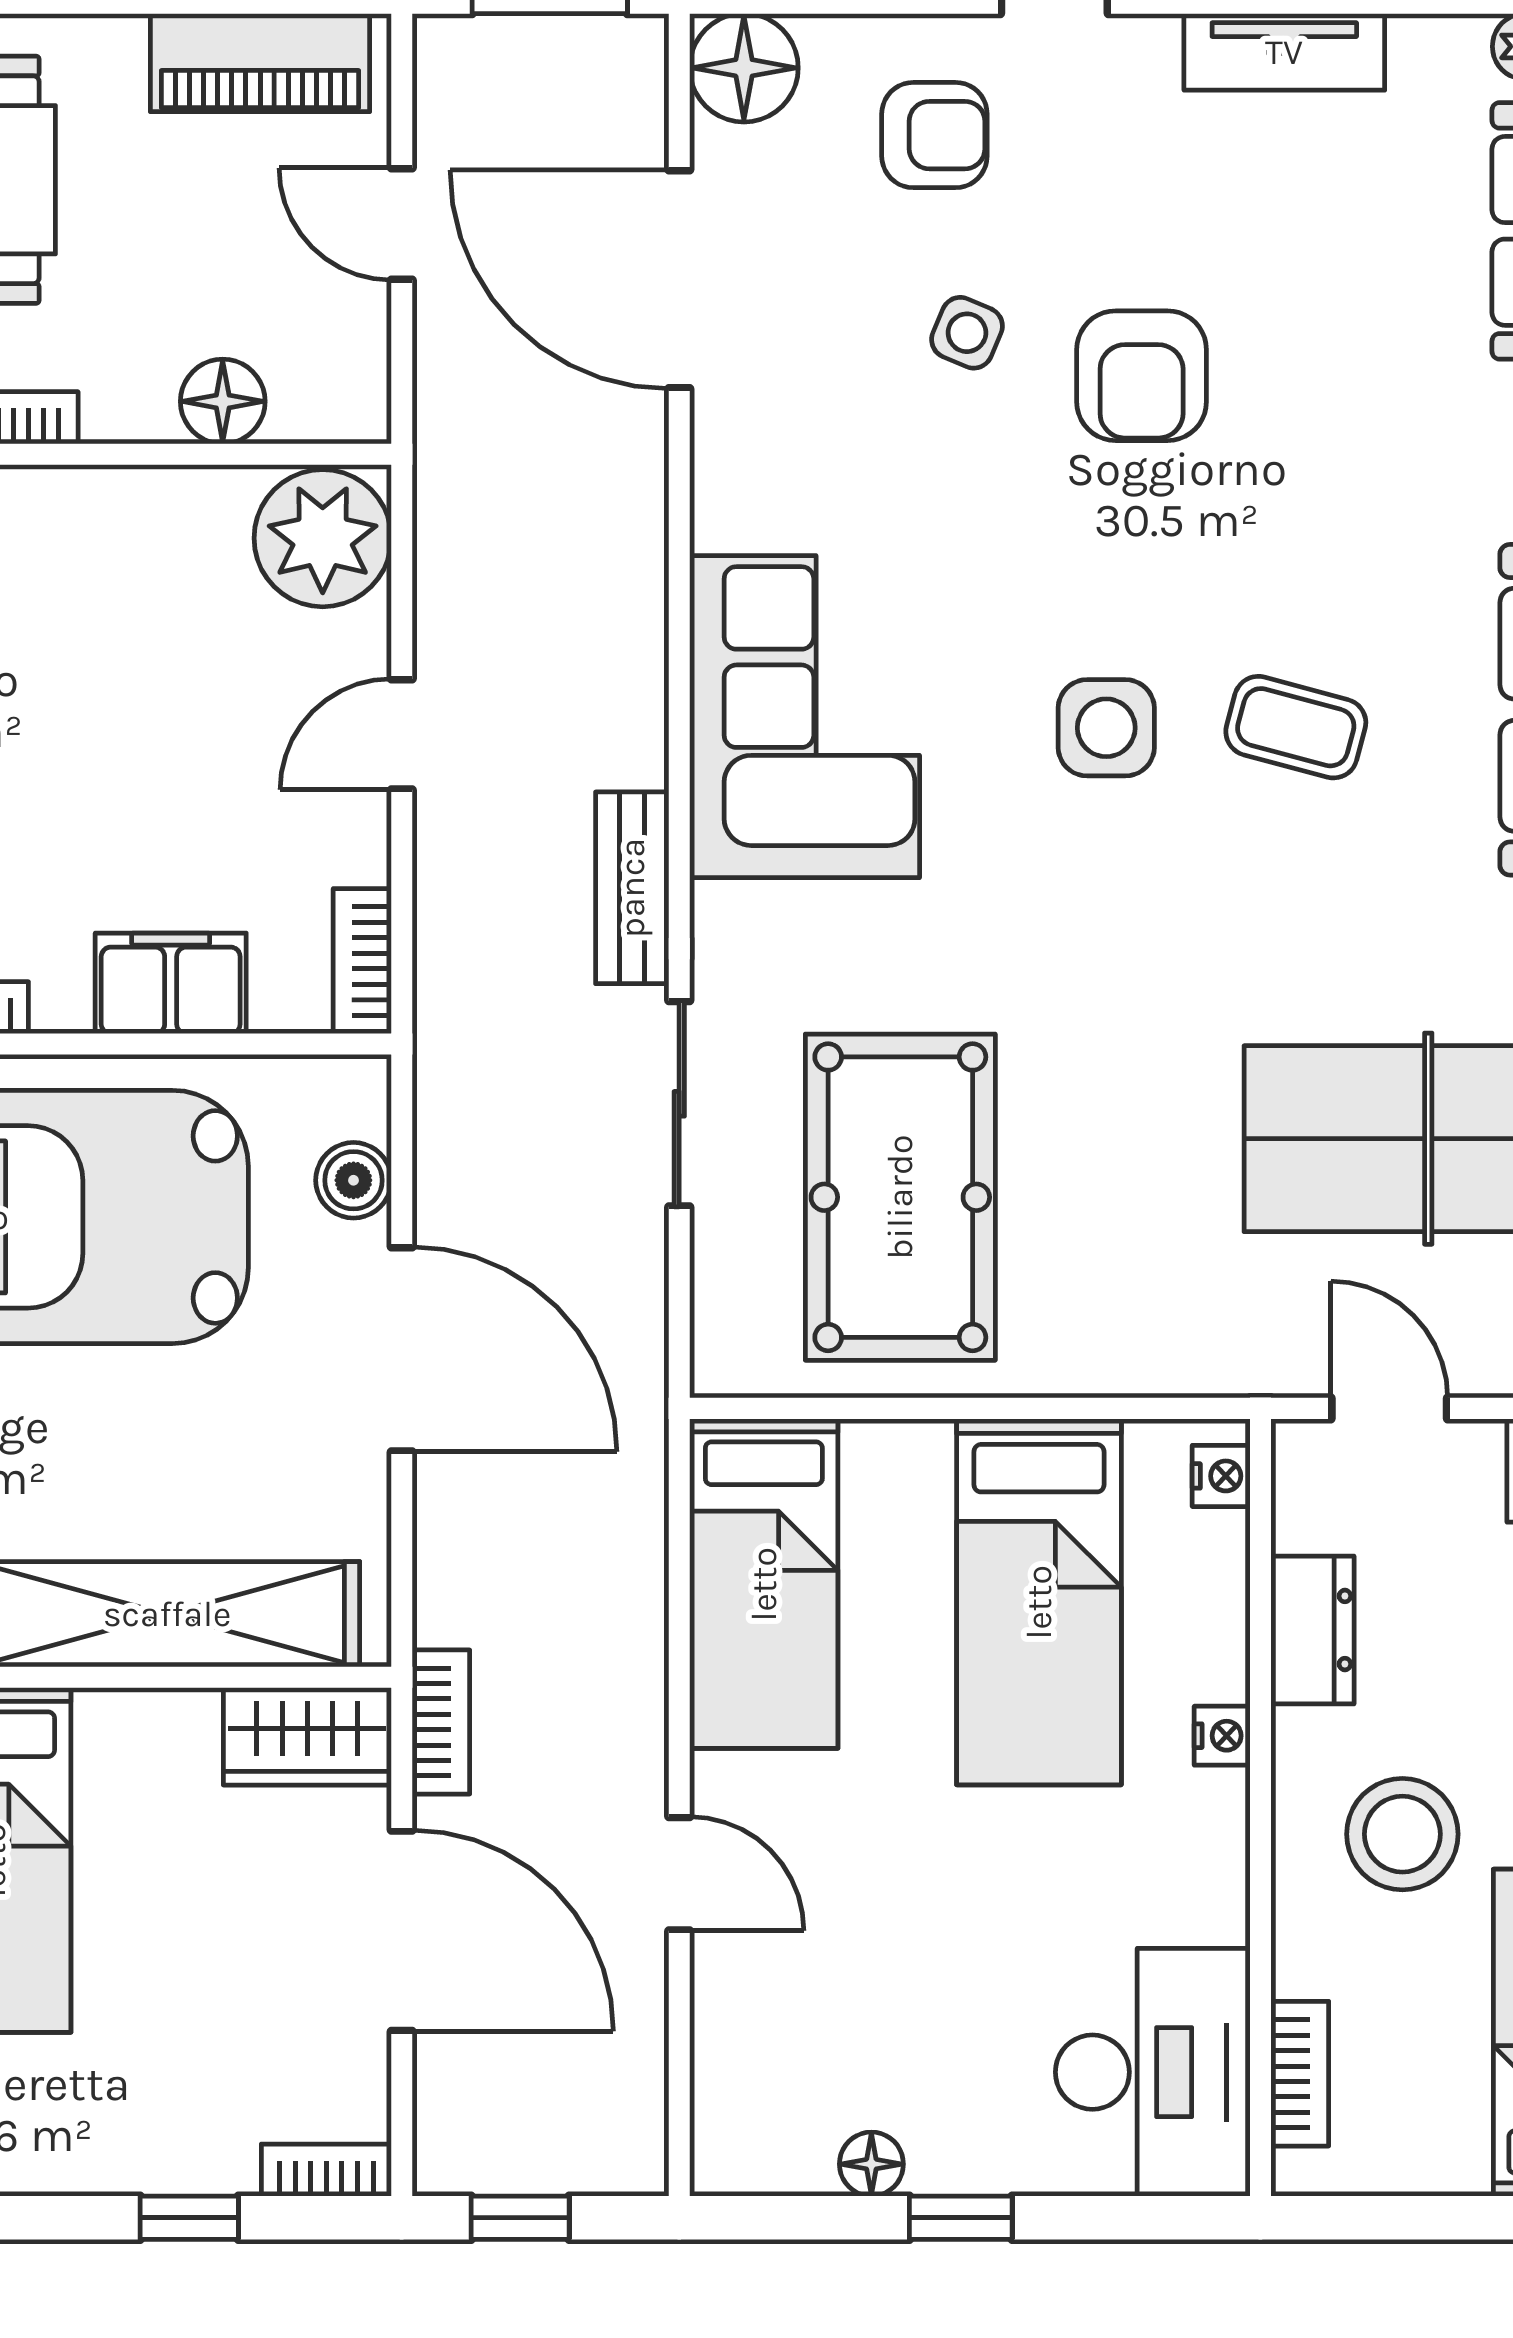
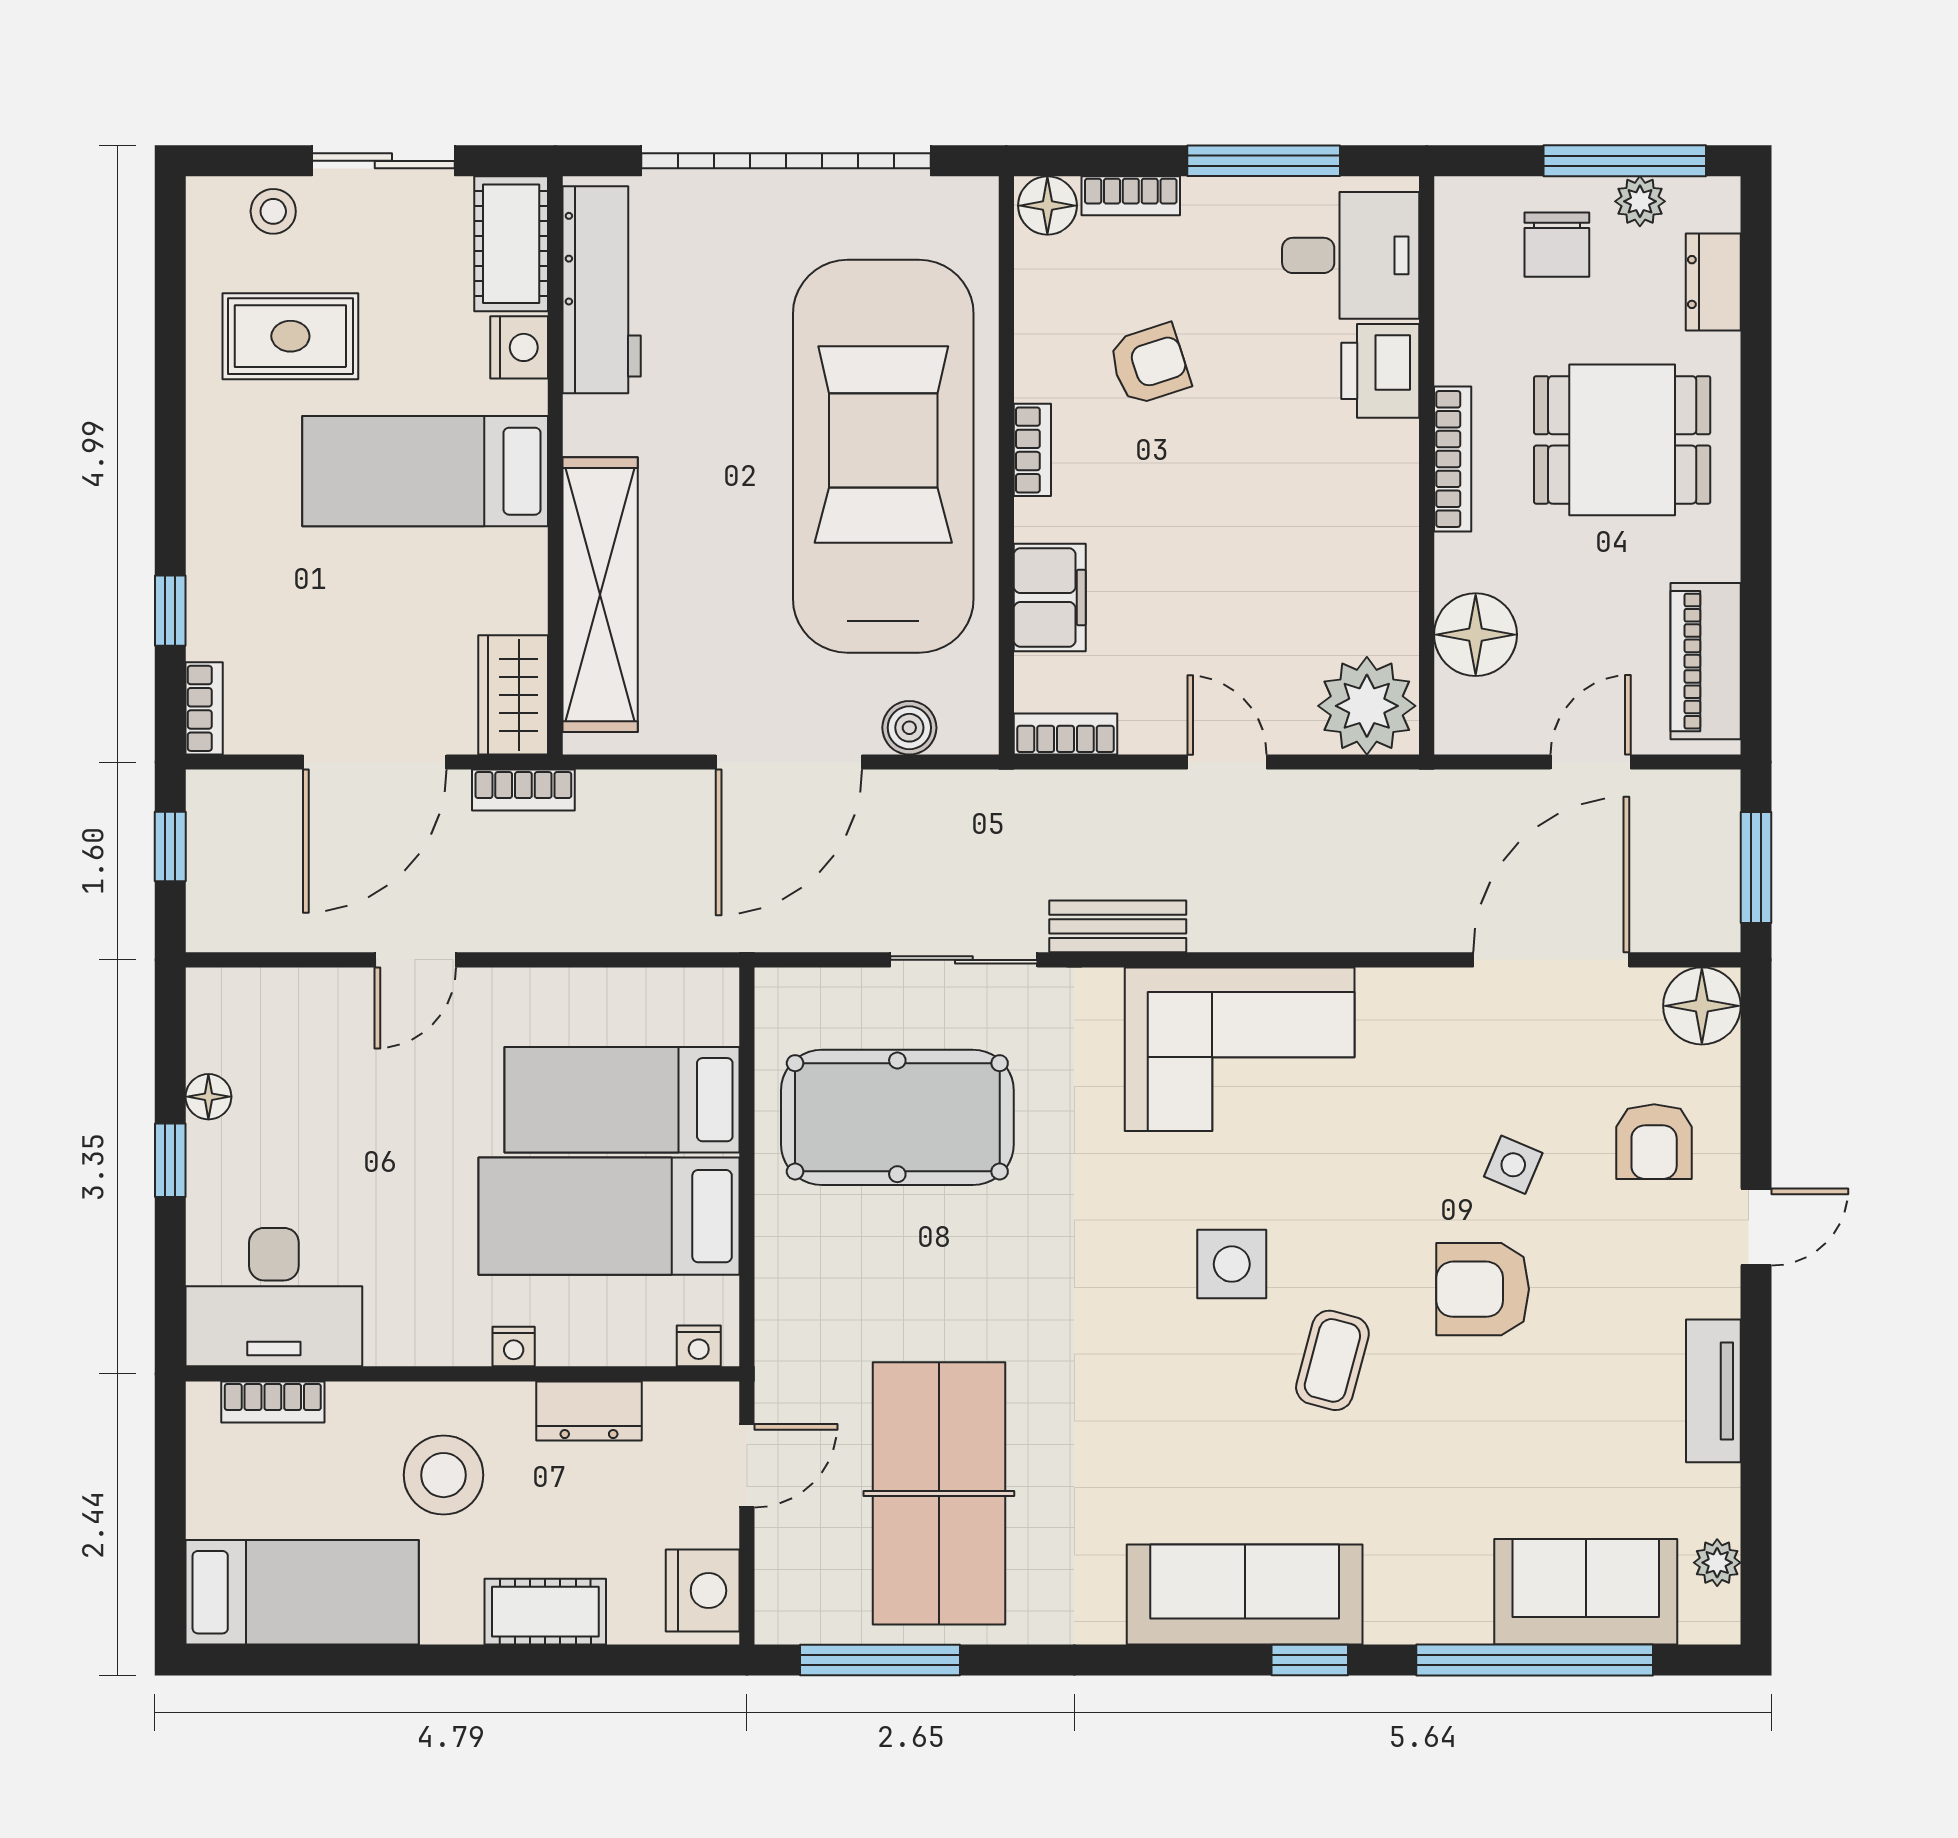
floor lamp: (223, 401) -> (1476, 635), width x1.38, depth x1.38
coffee table: (1296, 727) -> (1332, 1360), moved
bed: (764, 1584) -> (622, 1100), moved

